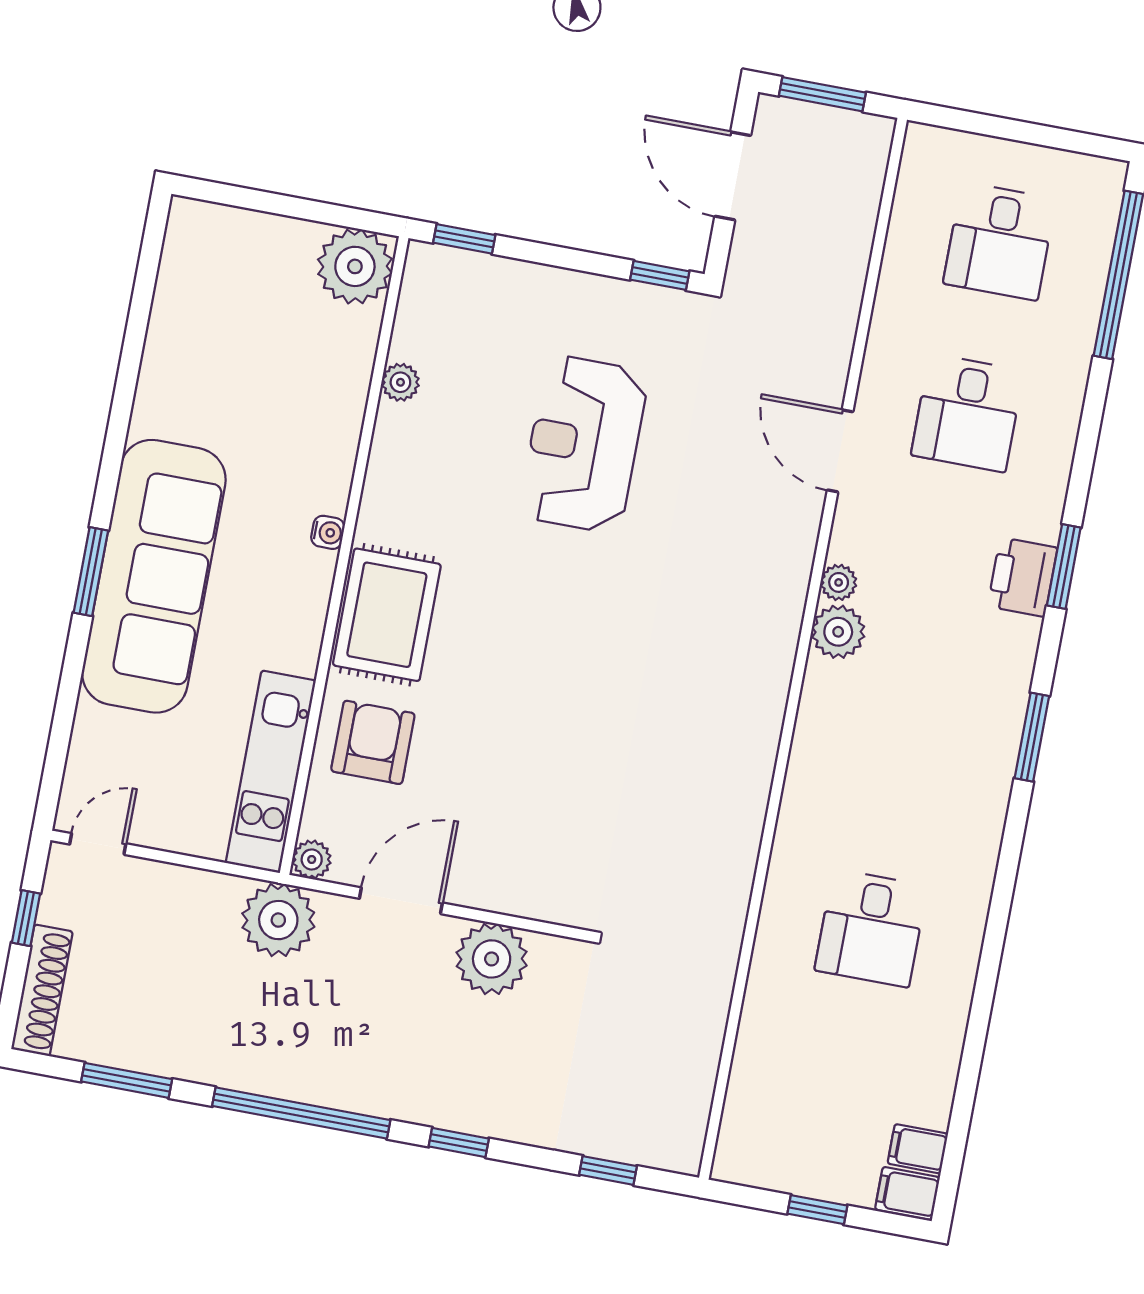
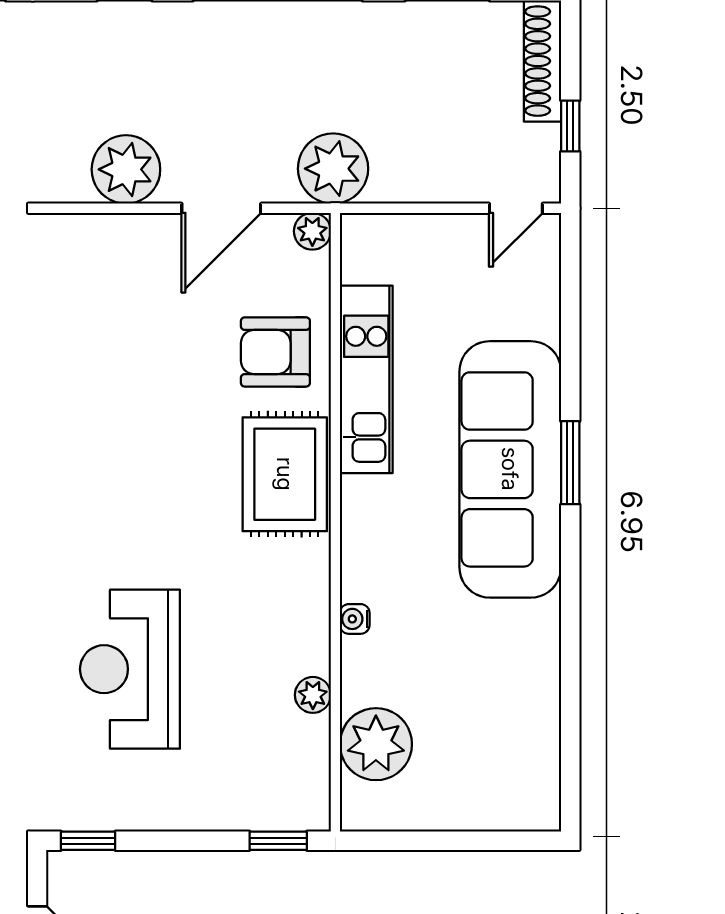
plant: (355, 266) -> (376, 744), moved
reception desk: (584, 444) -> (130, 669), turned 180
water cooler: (328, 532) -> (355, 619), moved
armchair: (373, 742) -> (275, 352), turned 90
kitchen unit: (271, 772) -> (366, 379), moved

